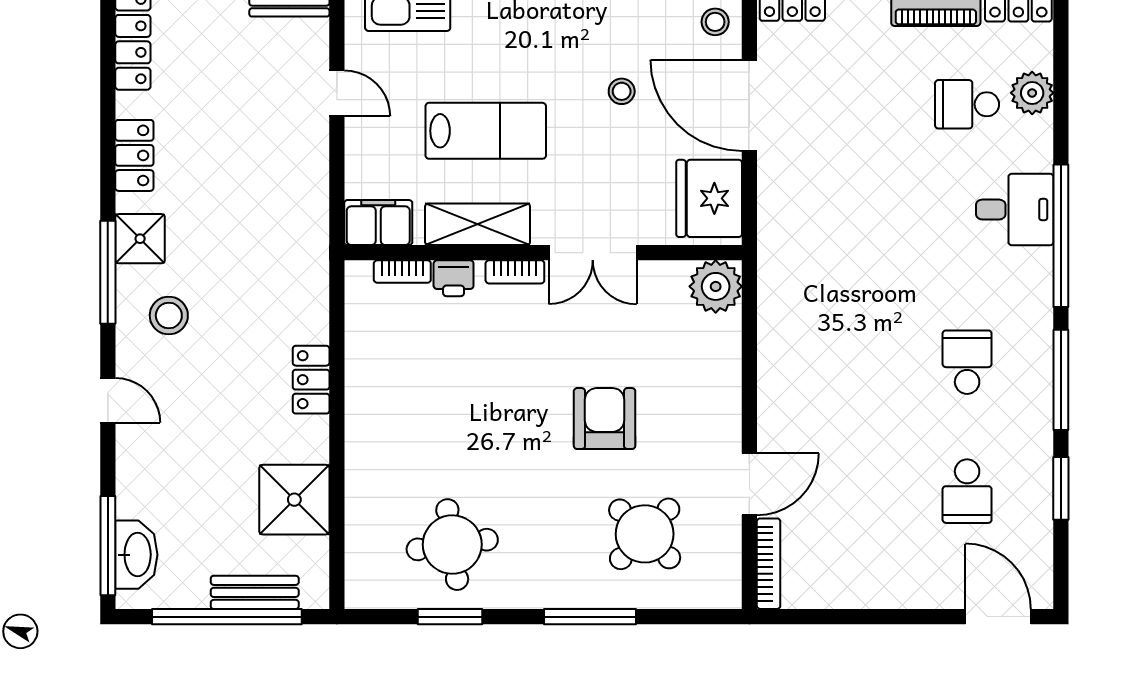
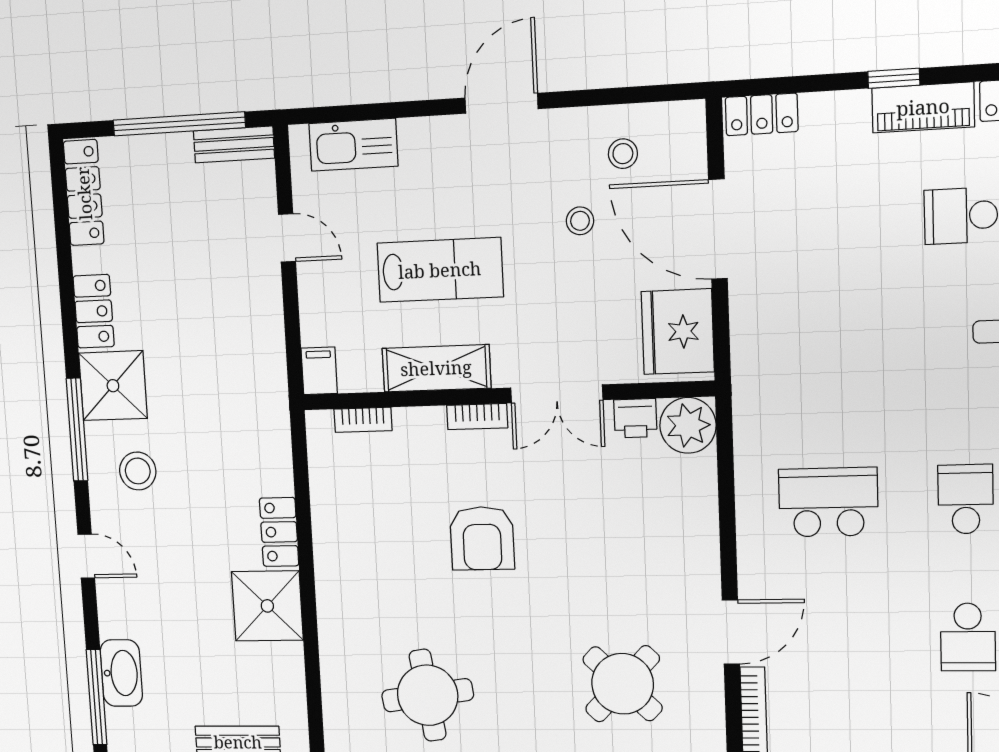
stool: (715, 22) -> (623, 154), moved
filing cabinet: (378, 223) -> (319, 371), width x0.50
shower: (140, 239) -> (113, 386), width x1.36, depth x1.36
printer: (454, 278) -> (635, 418), moved
school desk: (843, 362) -> (828, 502), added
armchair: (605, 419) -> (482, 538), moved, turned 180
shower: (294, 500) -> (267, 606), moved
washbasin: (136, 555) -> (121, 673), moved

